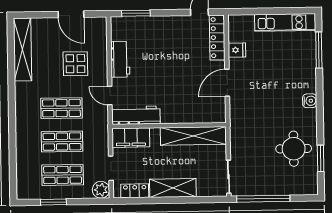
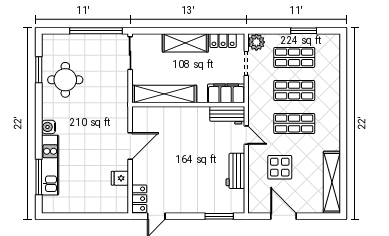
kitchen unit: (285, 22) -> (50, 165), moved, turned 90
locker: (217, 38) -> (139, 199), width x0.66
workbench: (136, 115) -> (227, 115), width x0.73

